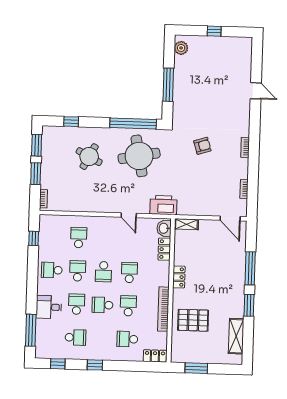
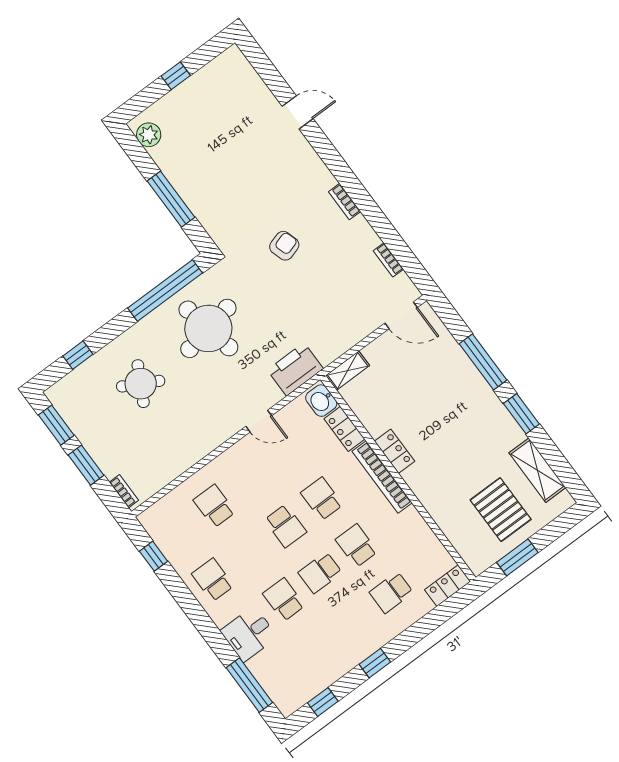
school desk: (52, 270) -> (213, 580), turned 90
school desk: (78, 271) -> (249, 553), removed
bookcase: (163, 309) -> (382, 477), moved
pallet: (193, 320) -> (501, 510), moved, turned 90
school desk: (76, 337) -> (319, 646), removed

